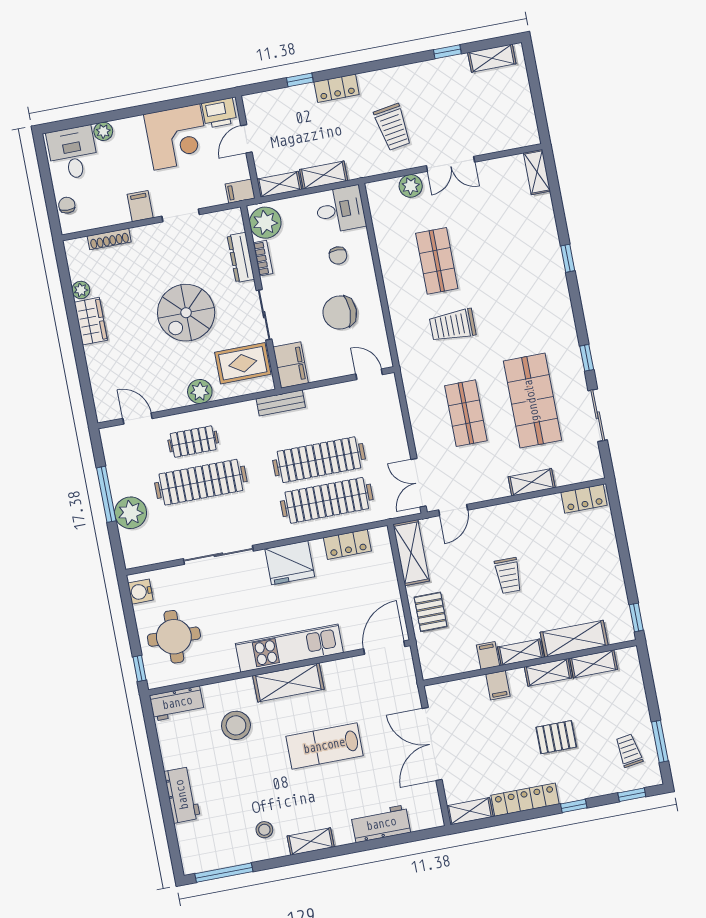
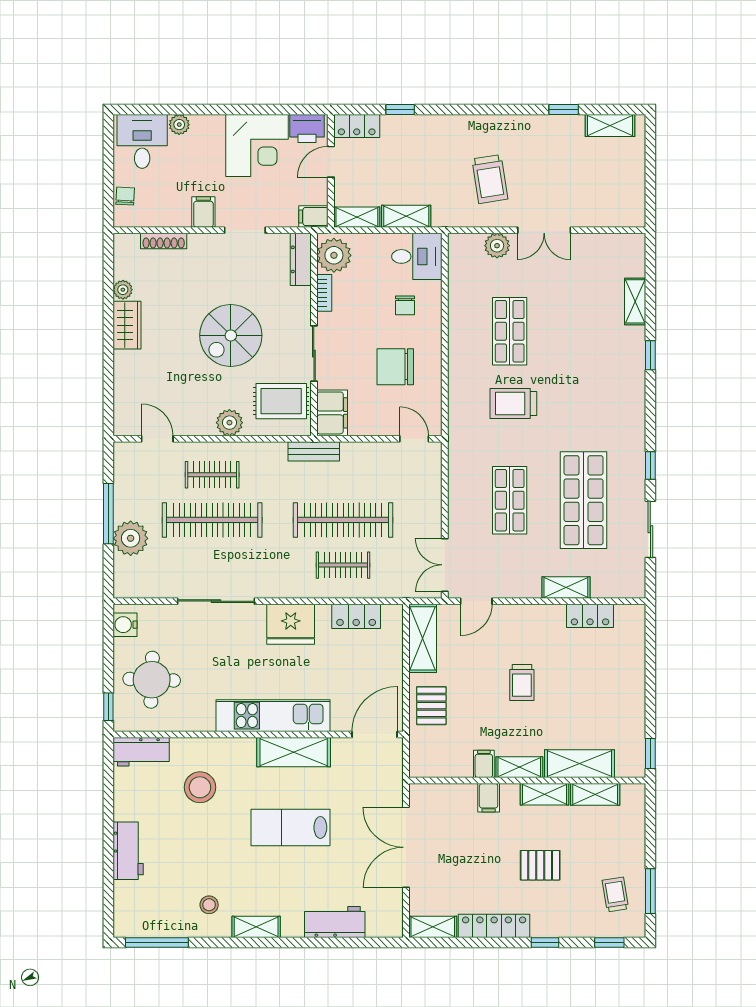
locker: (337, 88) -> (357, 126), moved
shelving: (537, 172) -> (635, 301), moved
dresser: (241, 257) -> (301, 259), moved
locker: (584, 499) -> (590, 616), moved
clothes rail: (327, 500) -> (343, 565), width x0.54, depth x0.76
shelving: (288, 682) -> (294, 752), moved

